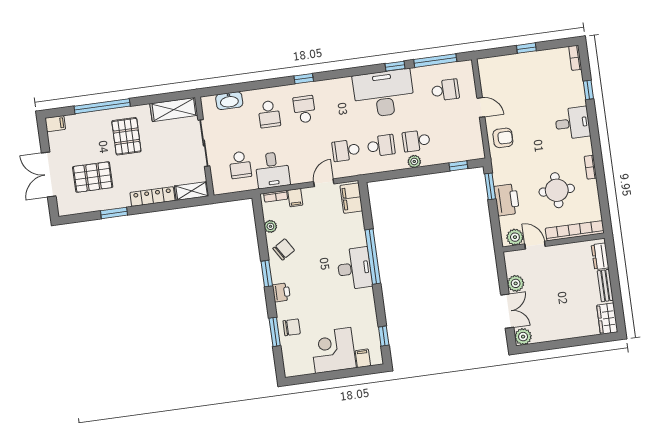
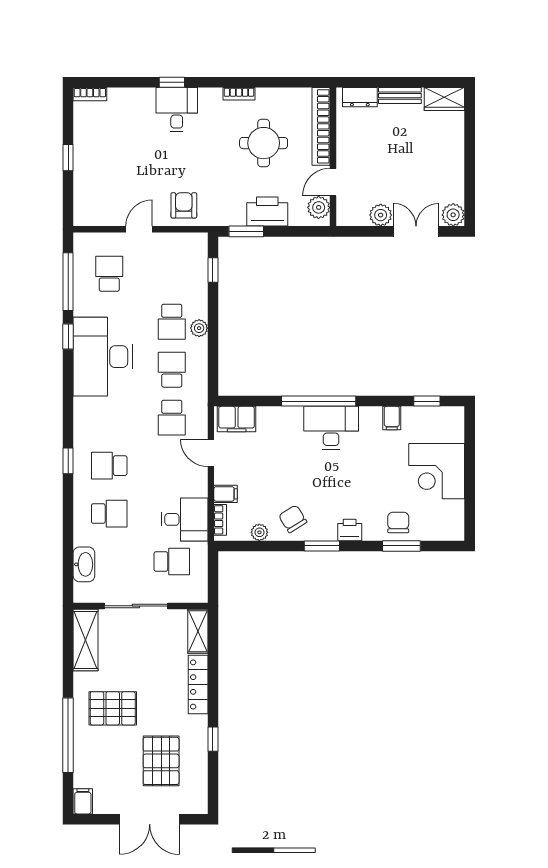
window: (588, 90) -> (172, 82), moved
window: (114, 213) -> (213, 739), width x0.67
filing cabinet: (363, 358) -> (392, 418), moved, turned -90

